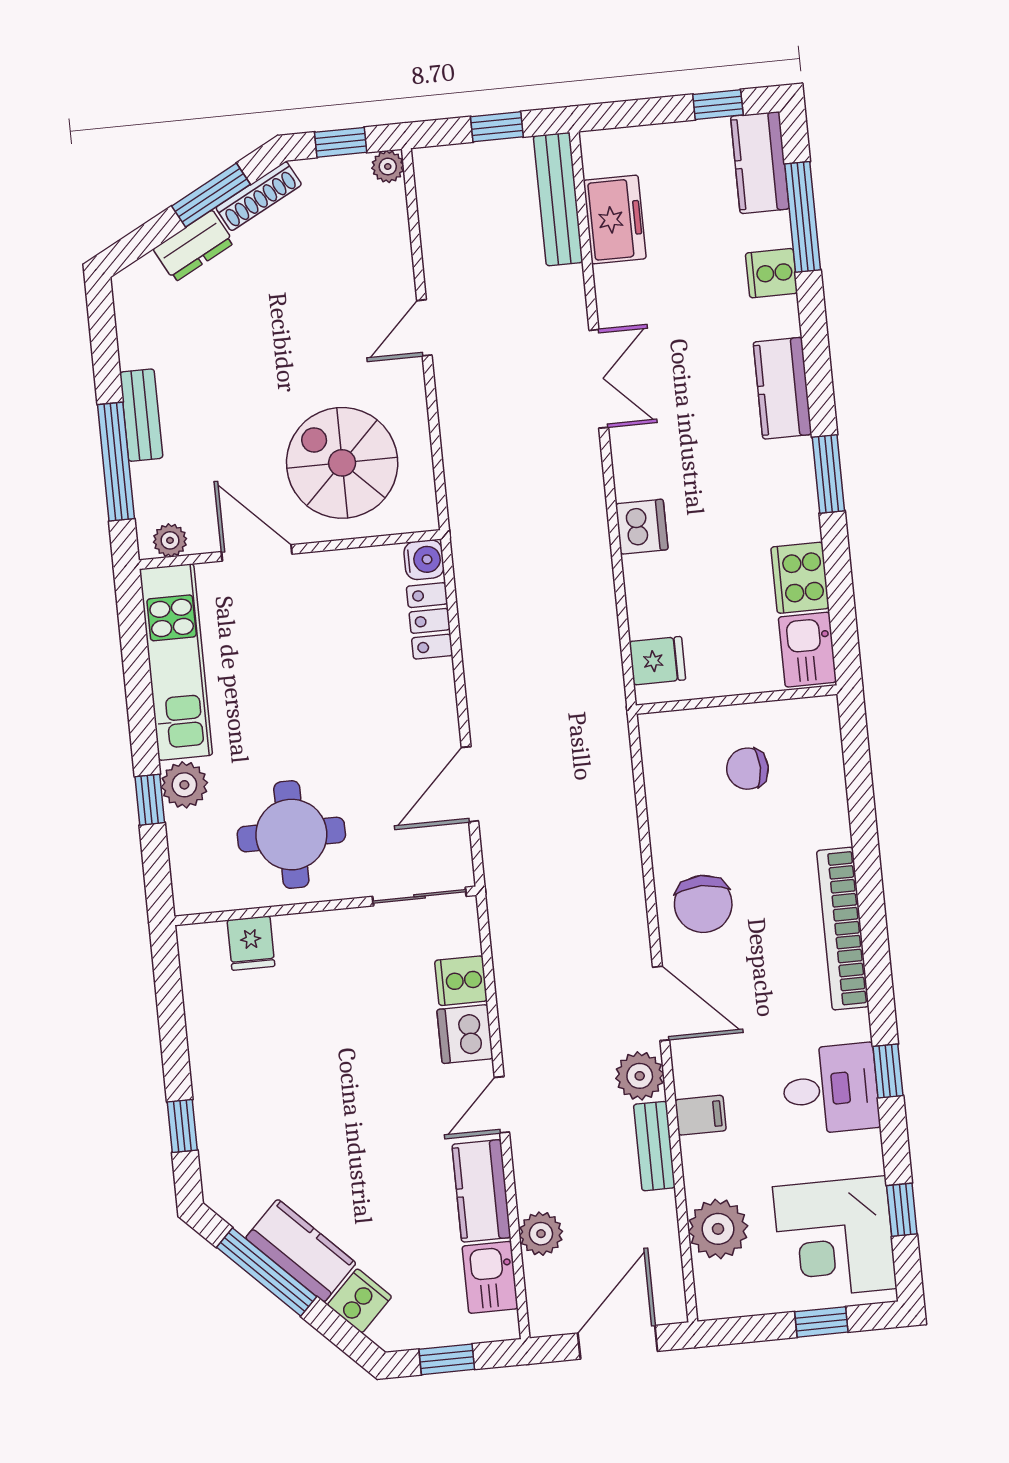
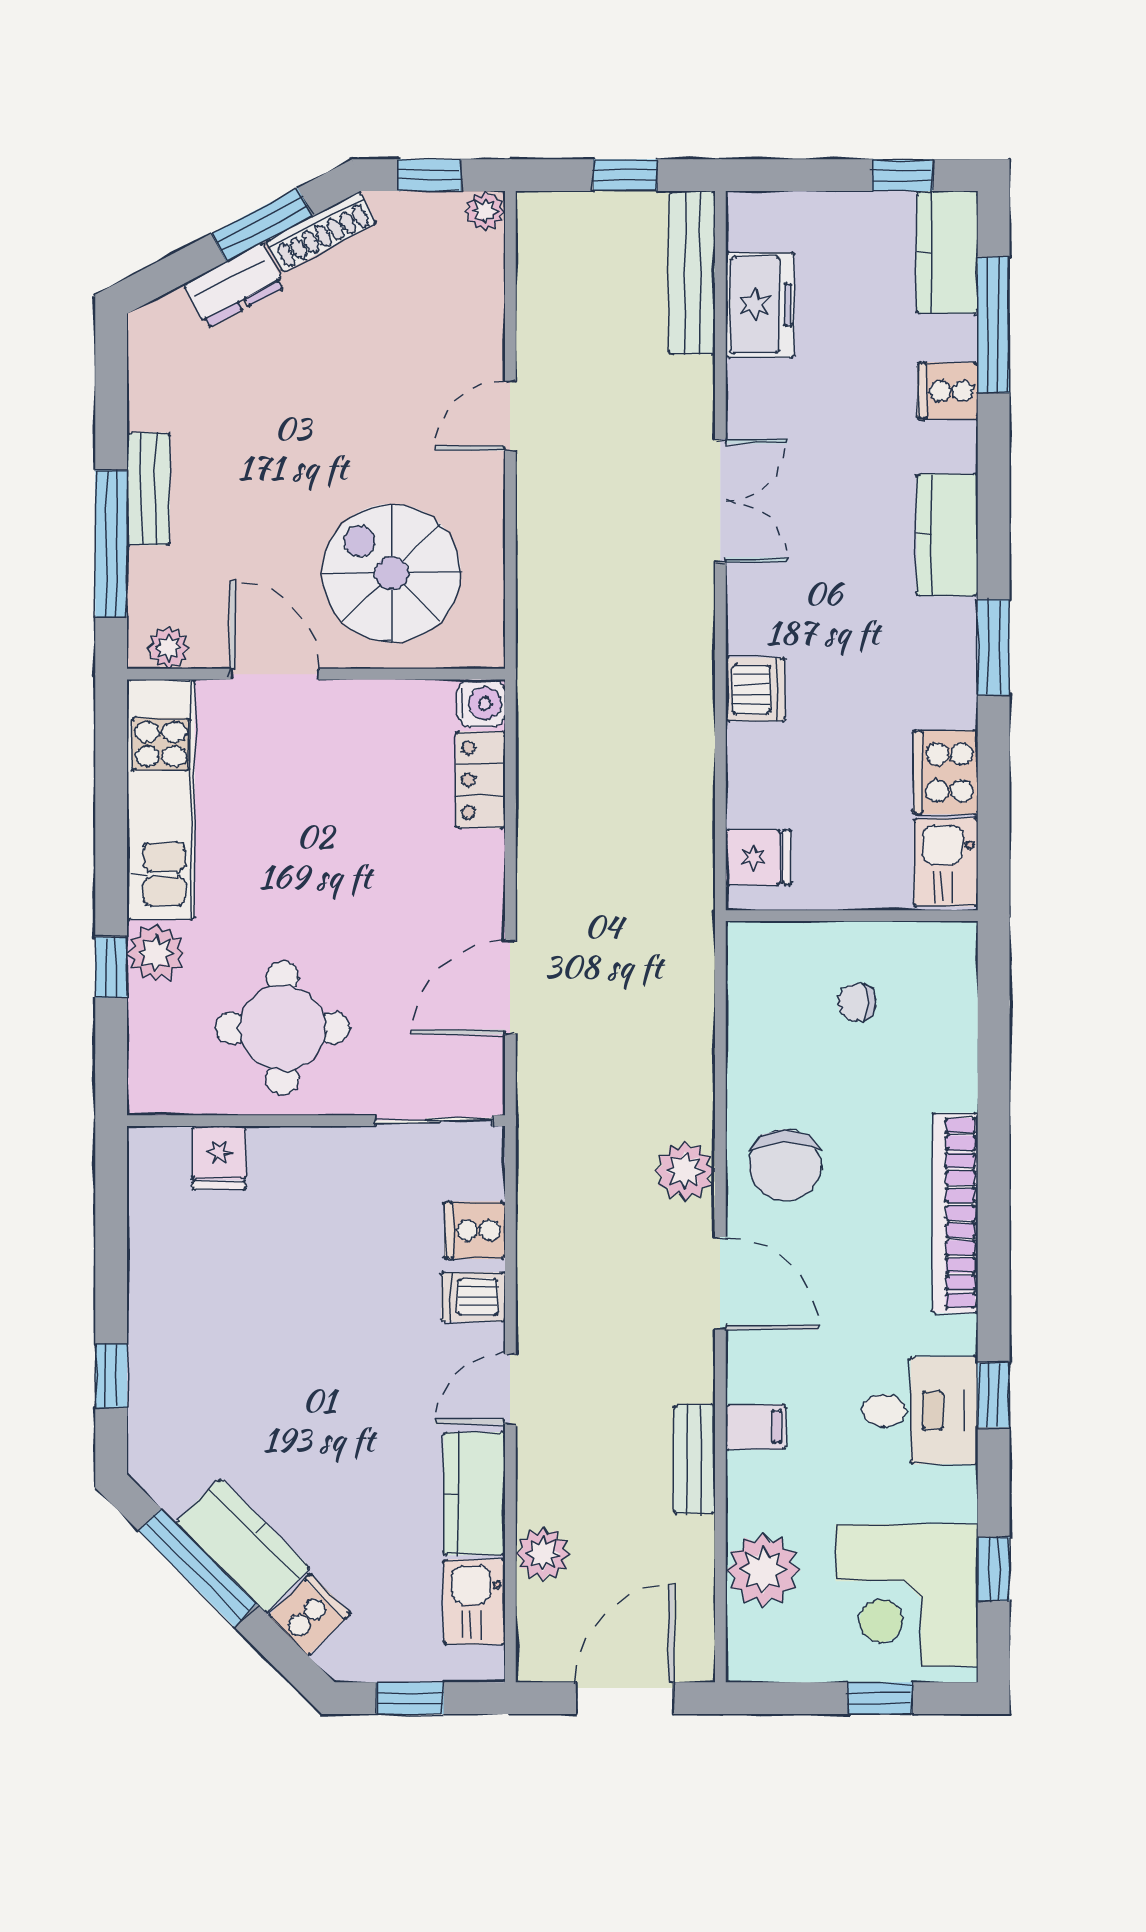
chair: (747, 769) -> (857, 1003), width x0.73, depth x0.73
dishwasher: (465, 1034) -> (473, 1297), width x0.73
plant: (640, 1076) -> (685, 1171), moved

